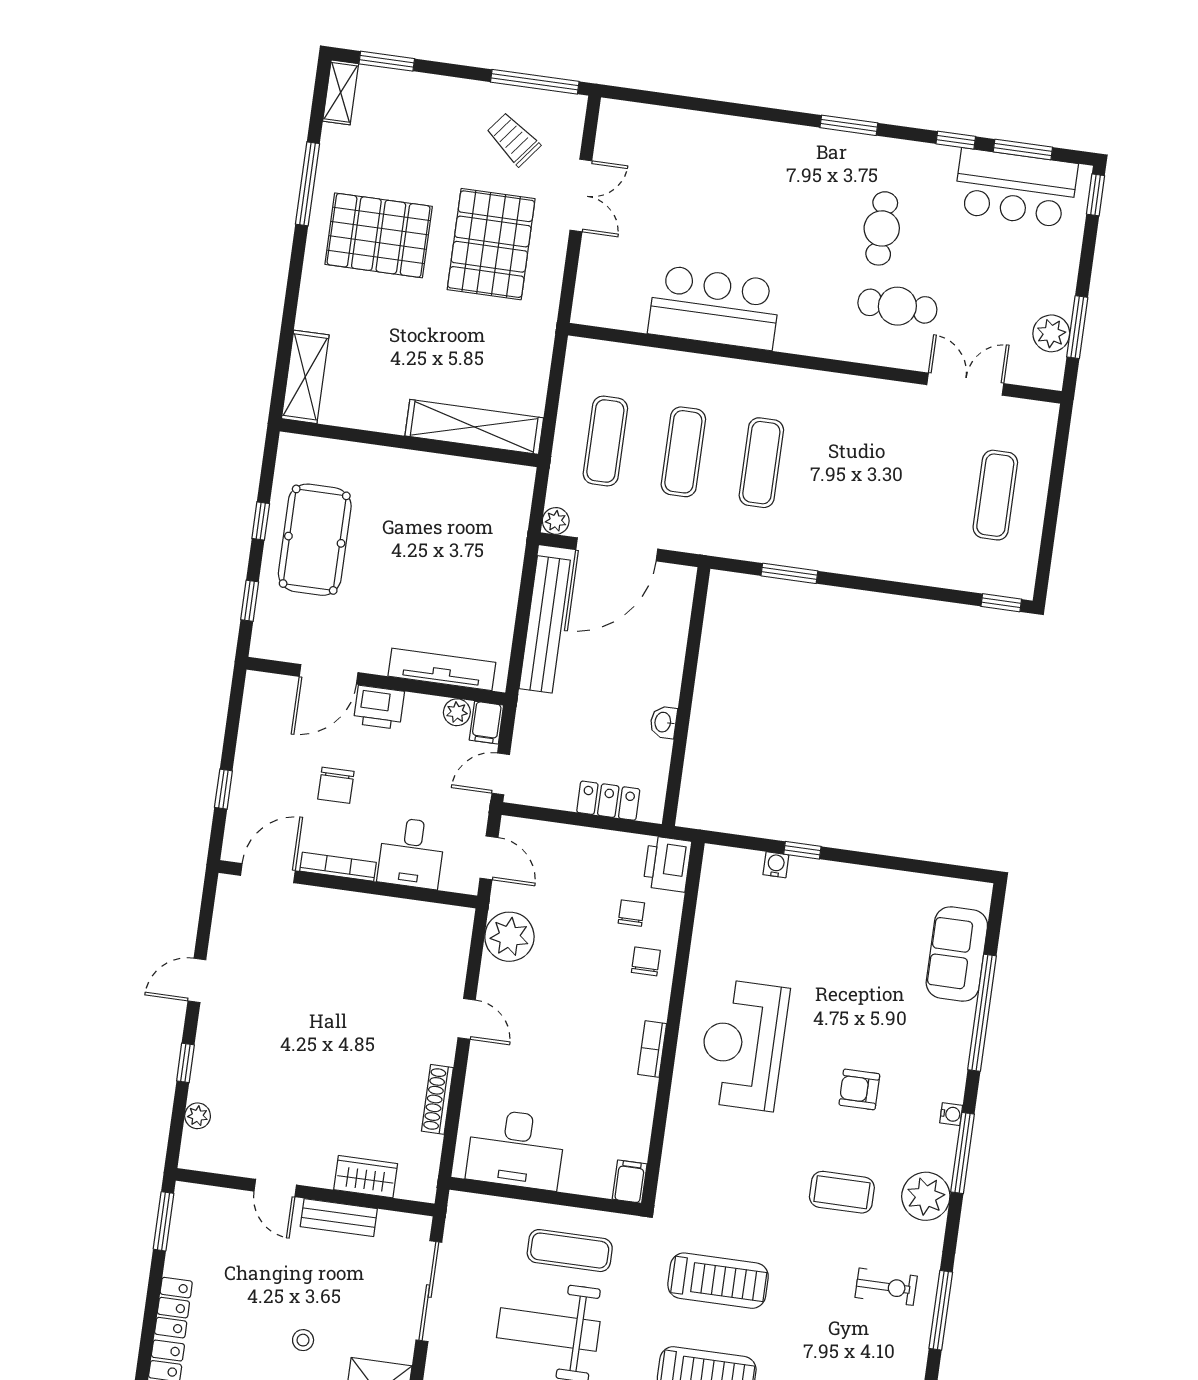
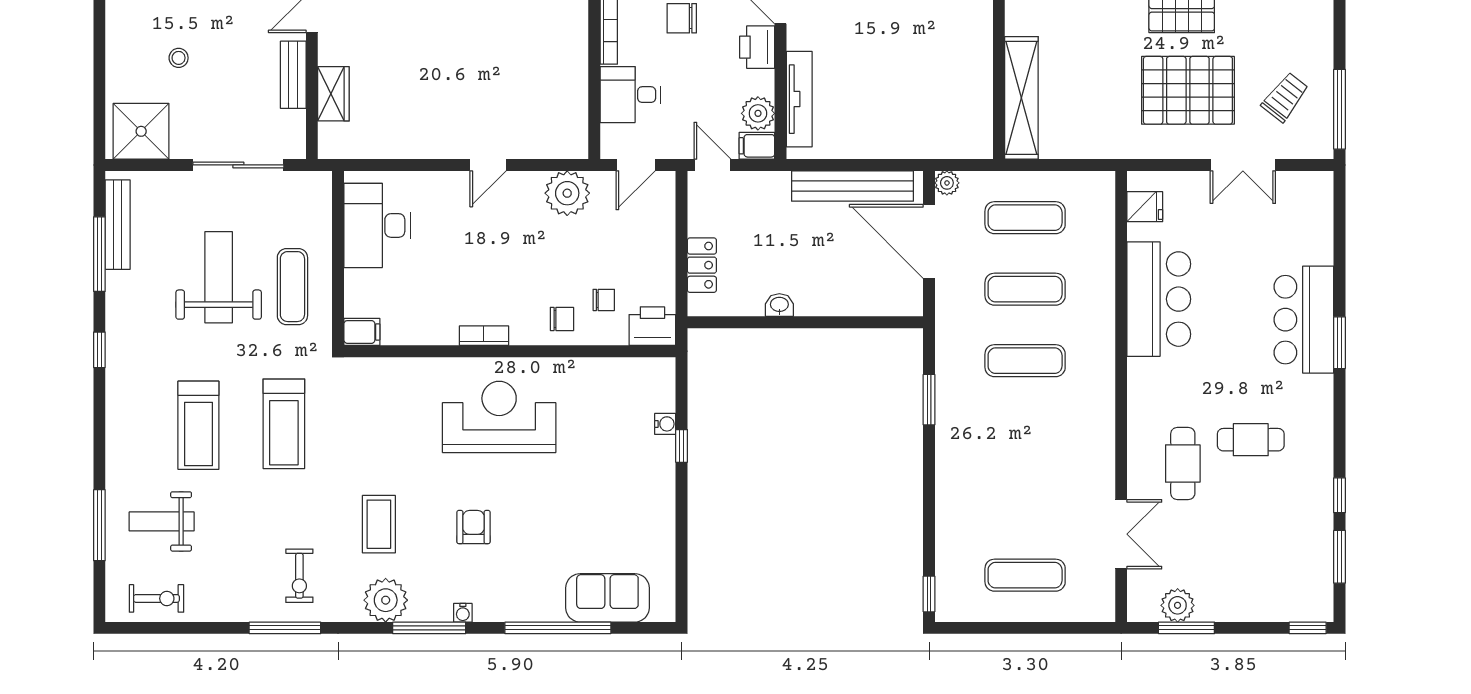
window: (849, 125) -> (1339, 343), moved
bar counter: (1016, 188) -> (1304, 320), moved
fridge: (612, 309) -> (1145, 207), added
plant: (457, 712) -> (758, 113), width x1.38, depth x1.38
shoe rack: (437, 1099) -> (412, 149), removed

